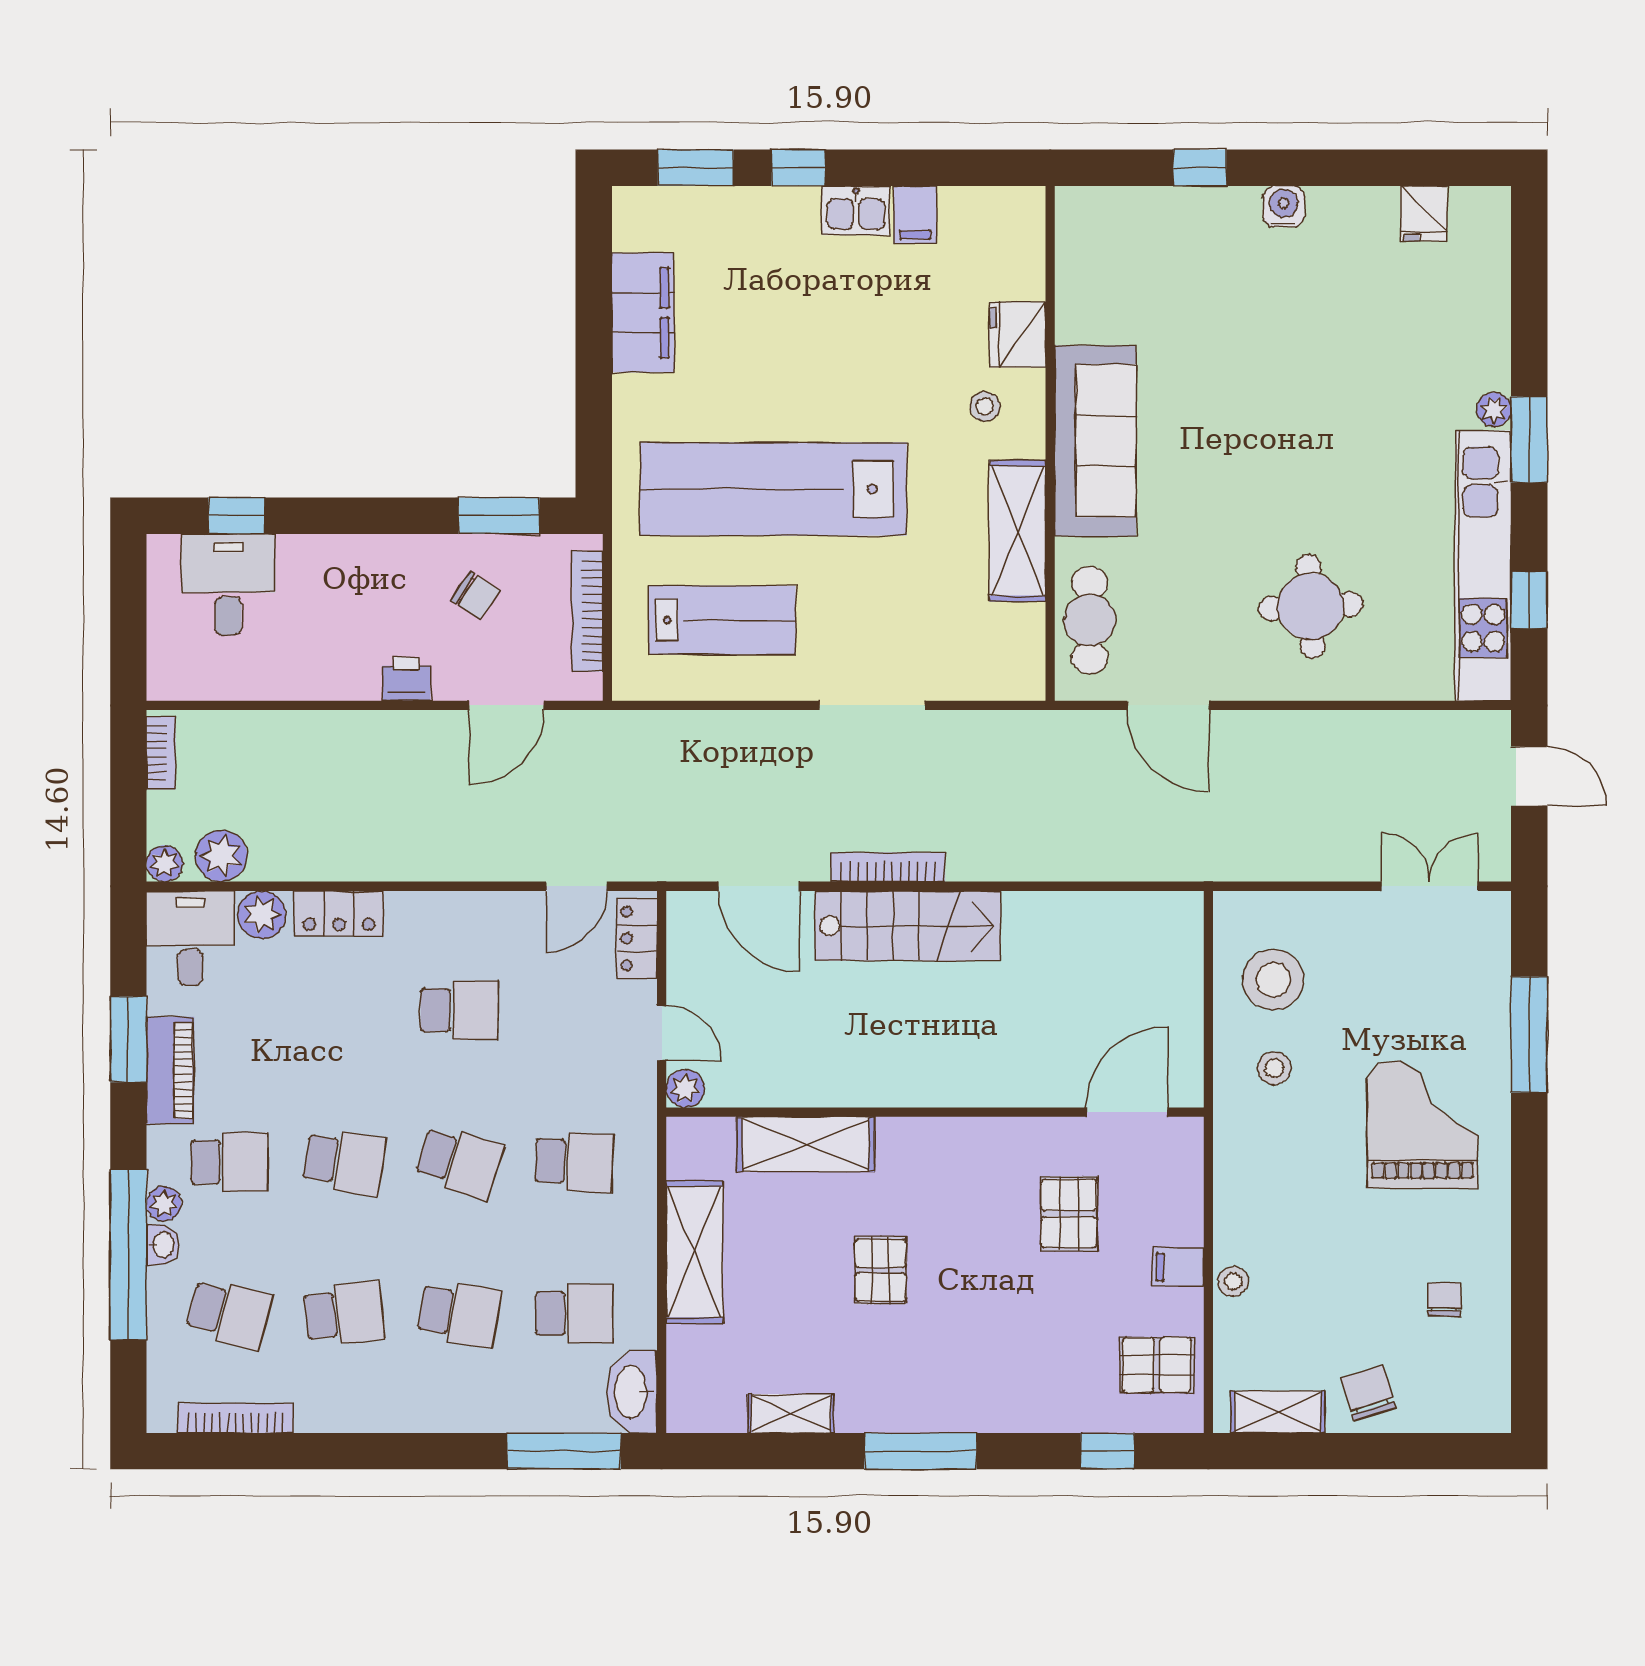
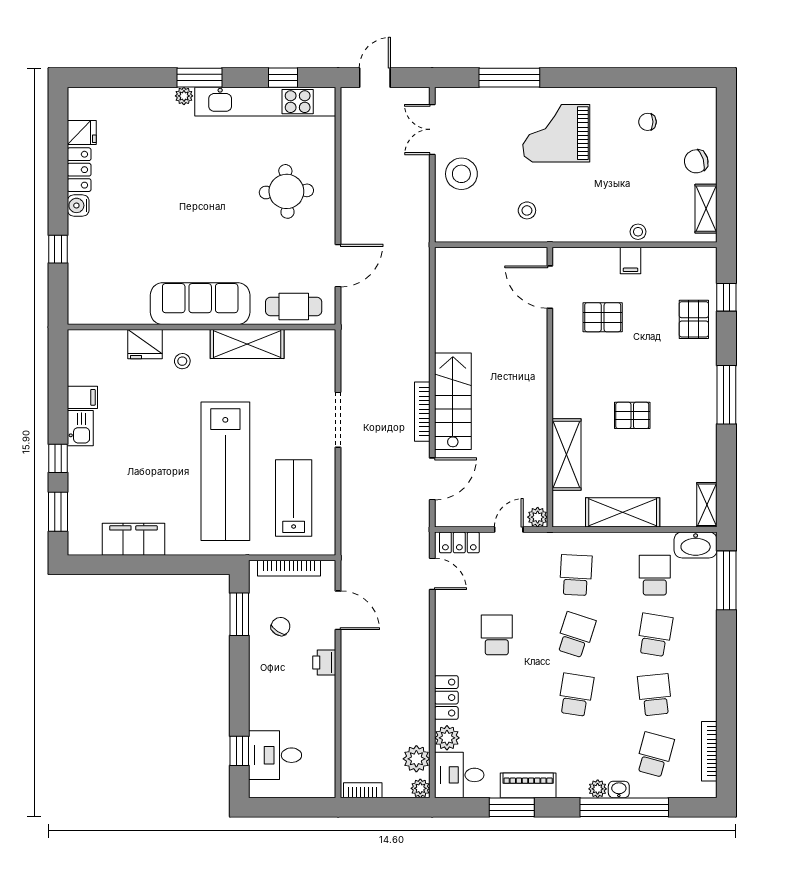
locker: (1352, 208) -> (79, 170), added
stool: (1273, 980) -> (461, 174), moved
school desk: (229, 1162) -> (576, 755), removed
pallet: (1157, 1365) -> (694, 319), moved
shelving: (791, 1414) -> (707, 505), moved

